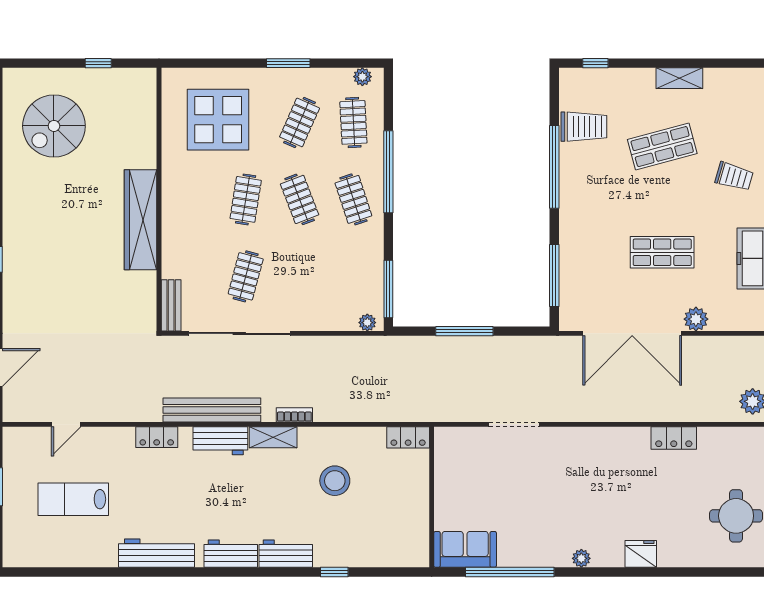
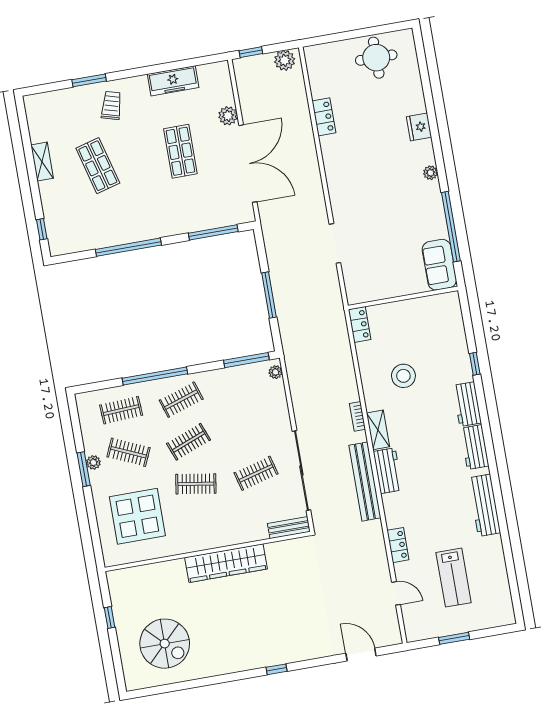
plant: (362, 77) -> (93, 462), moved
trolley: (584, 127) -> (93, 230), removed
clothes rail: (246, 276) -> (256, 473), turned -30
locker: (157, 437) -> (398, 545), moved

